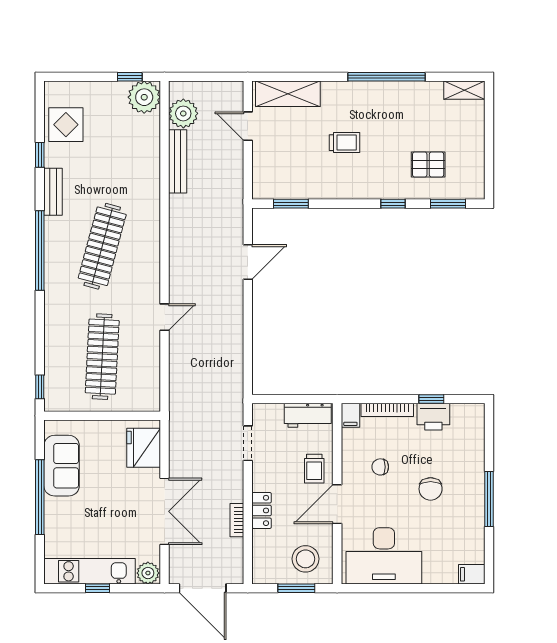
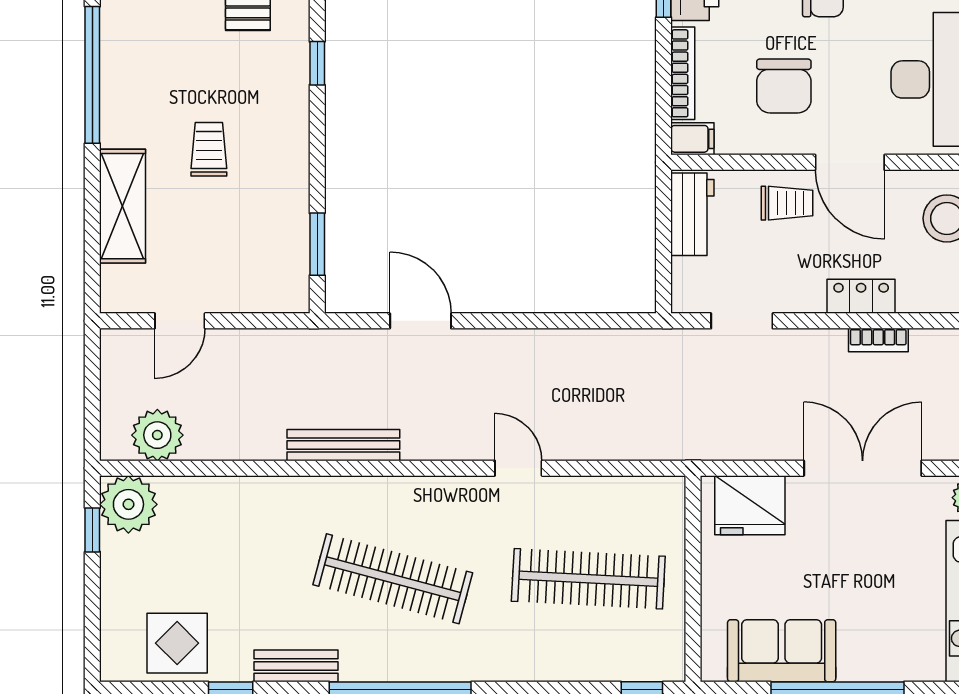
shelving: (288, 94) -> (123, 206), moved
bench: (178, 161) -> (343, 445), moved
chair: (380, 467) -> (784, 86), width x1.87, depth x1.87

